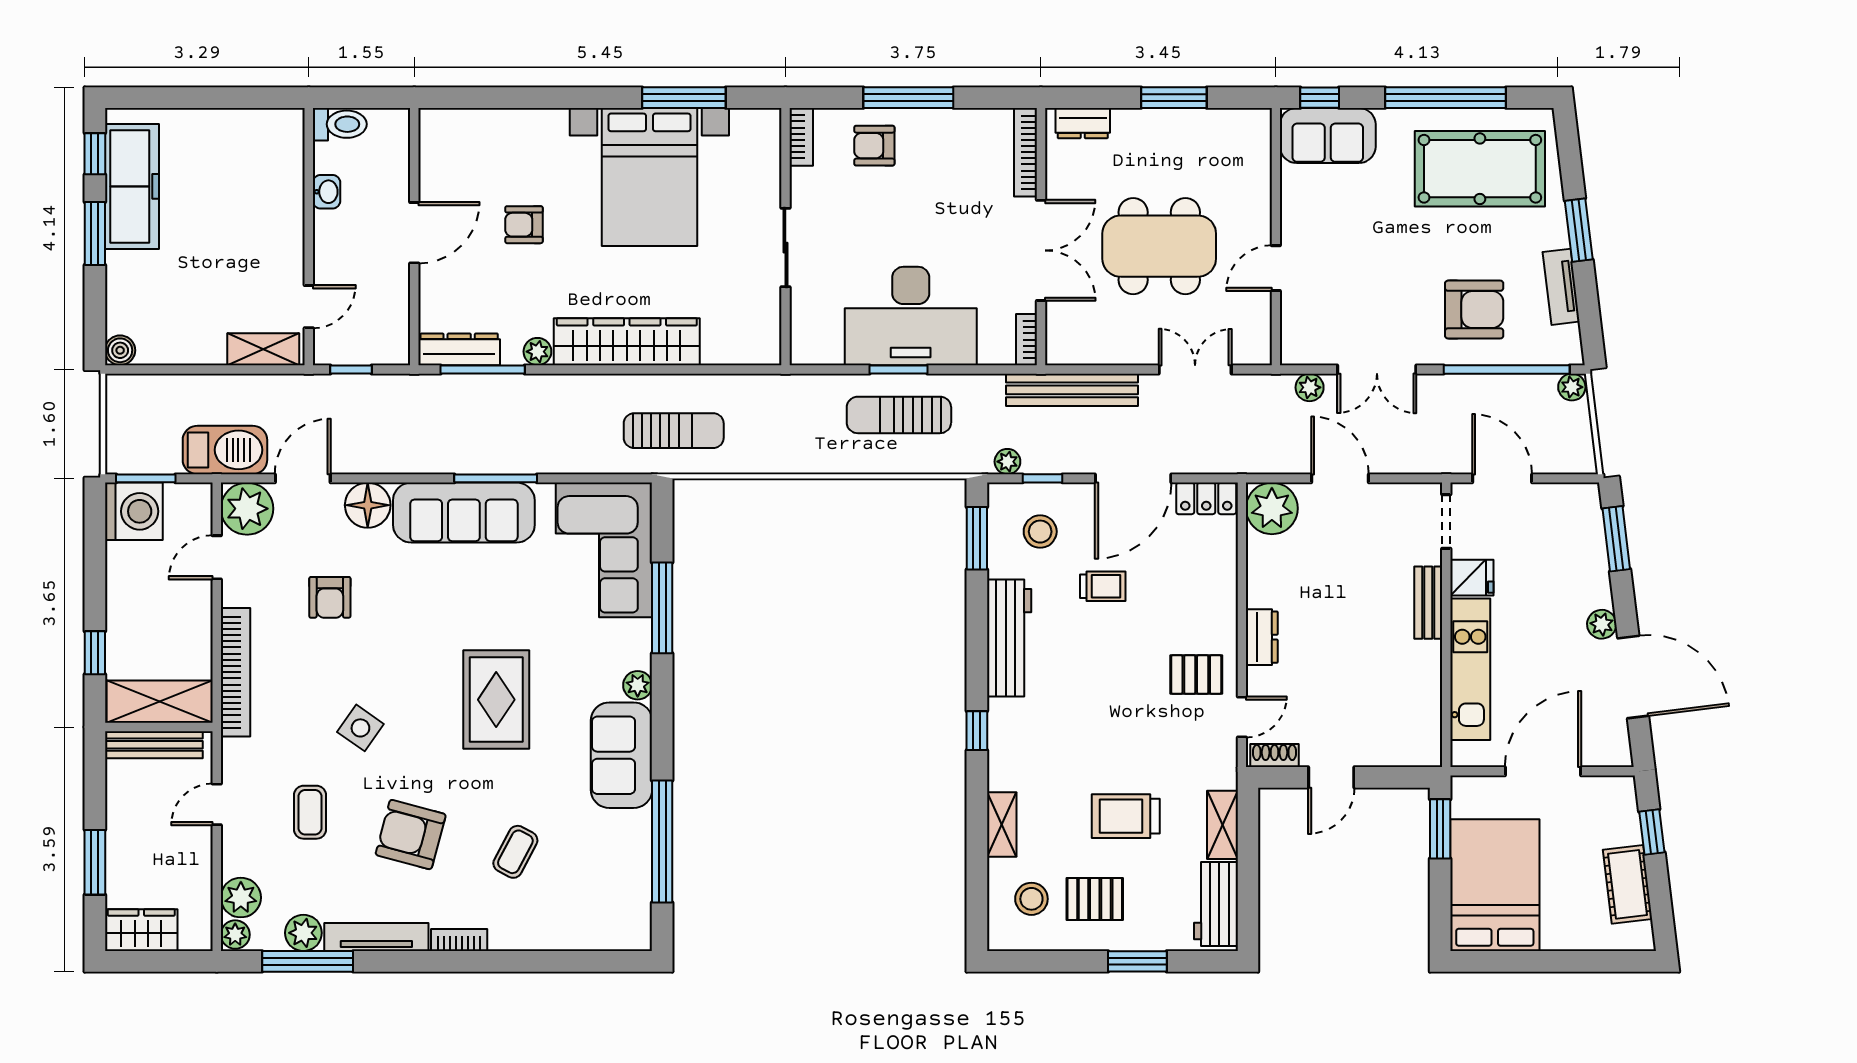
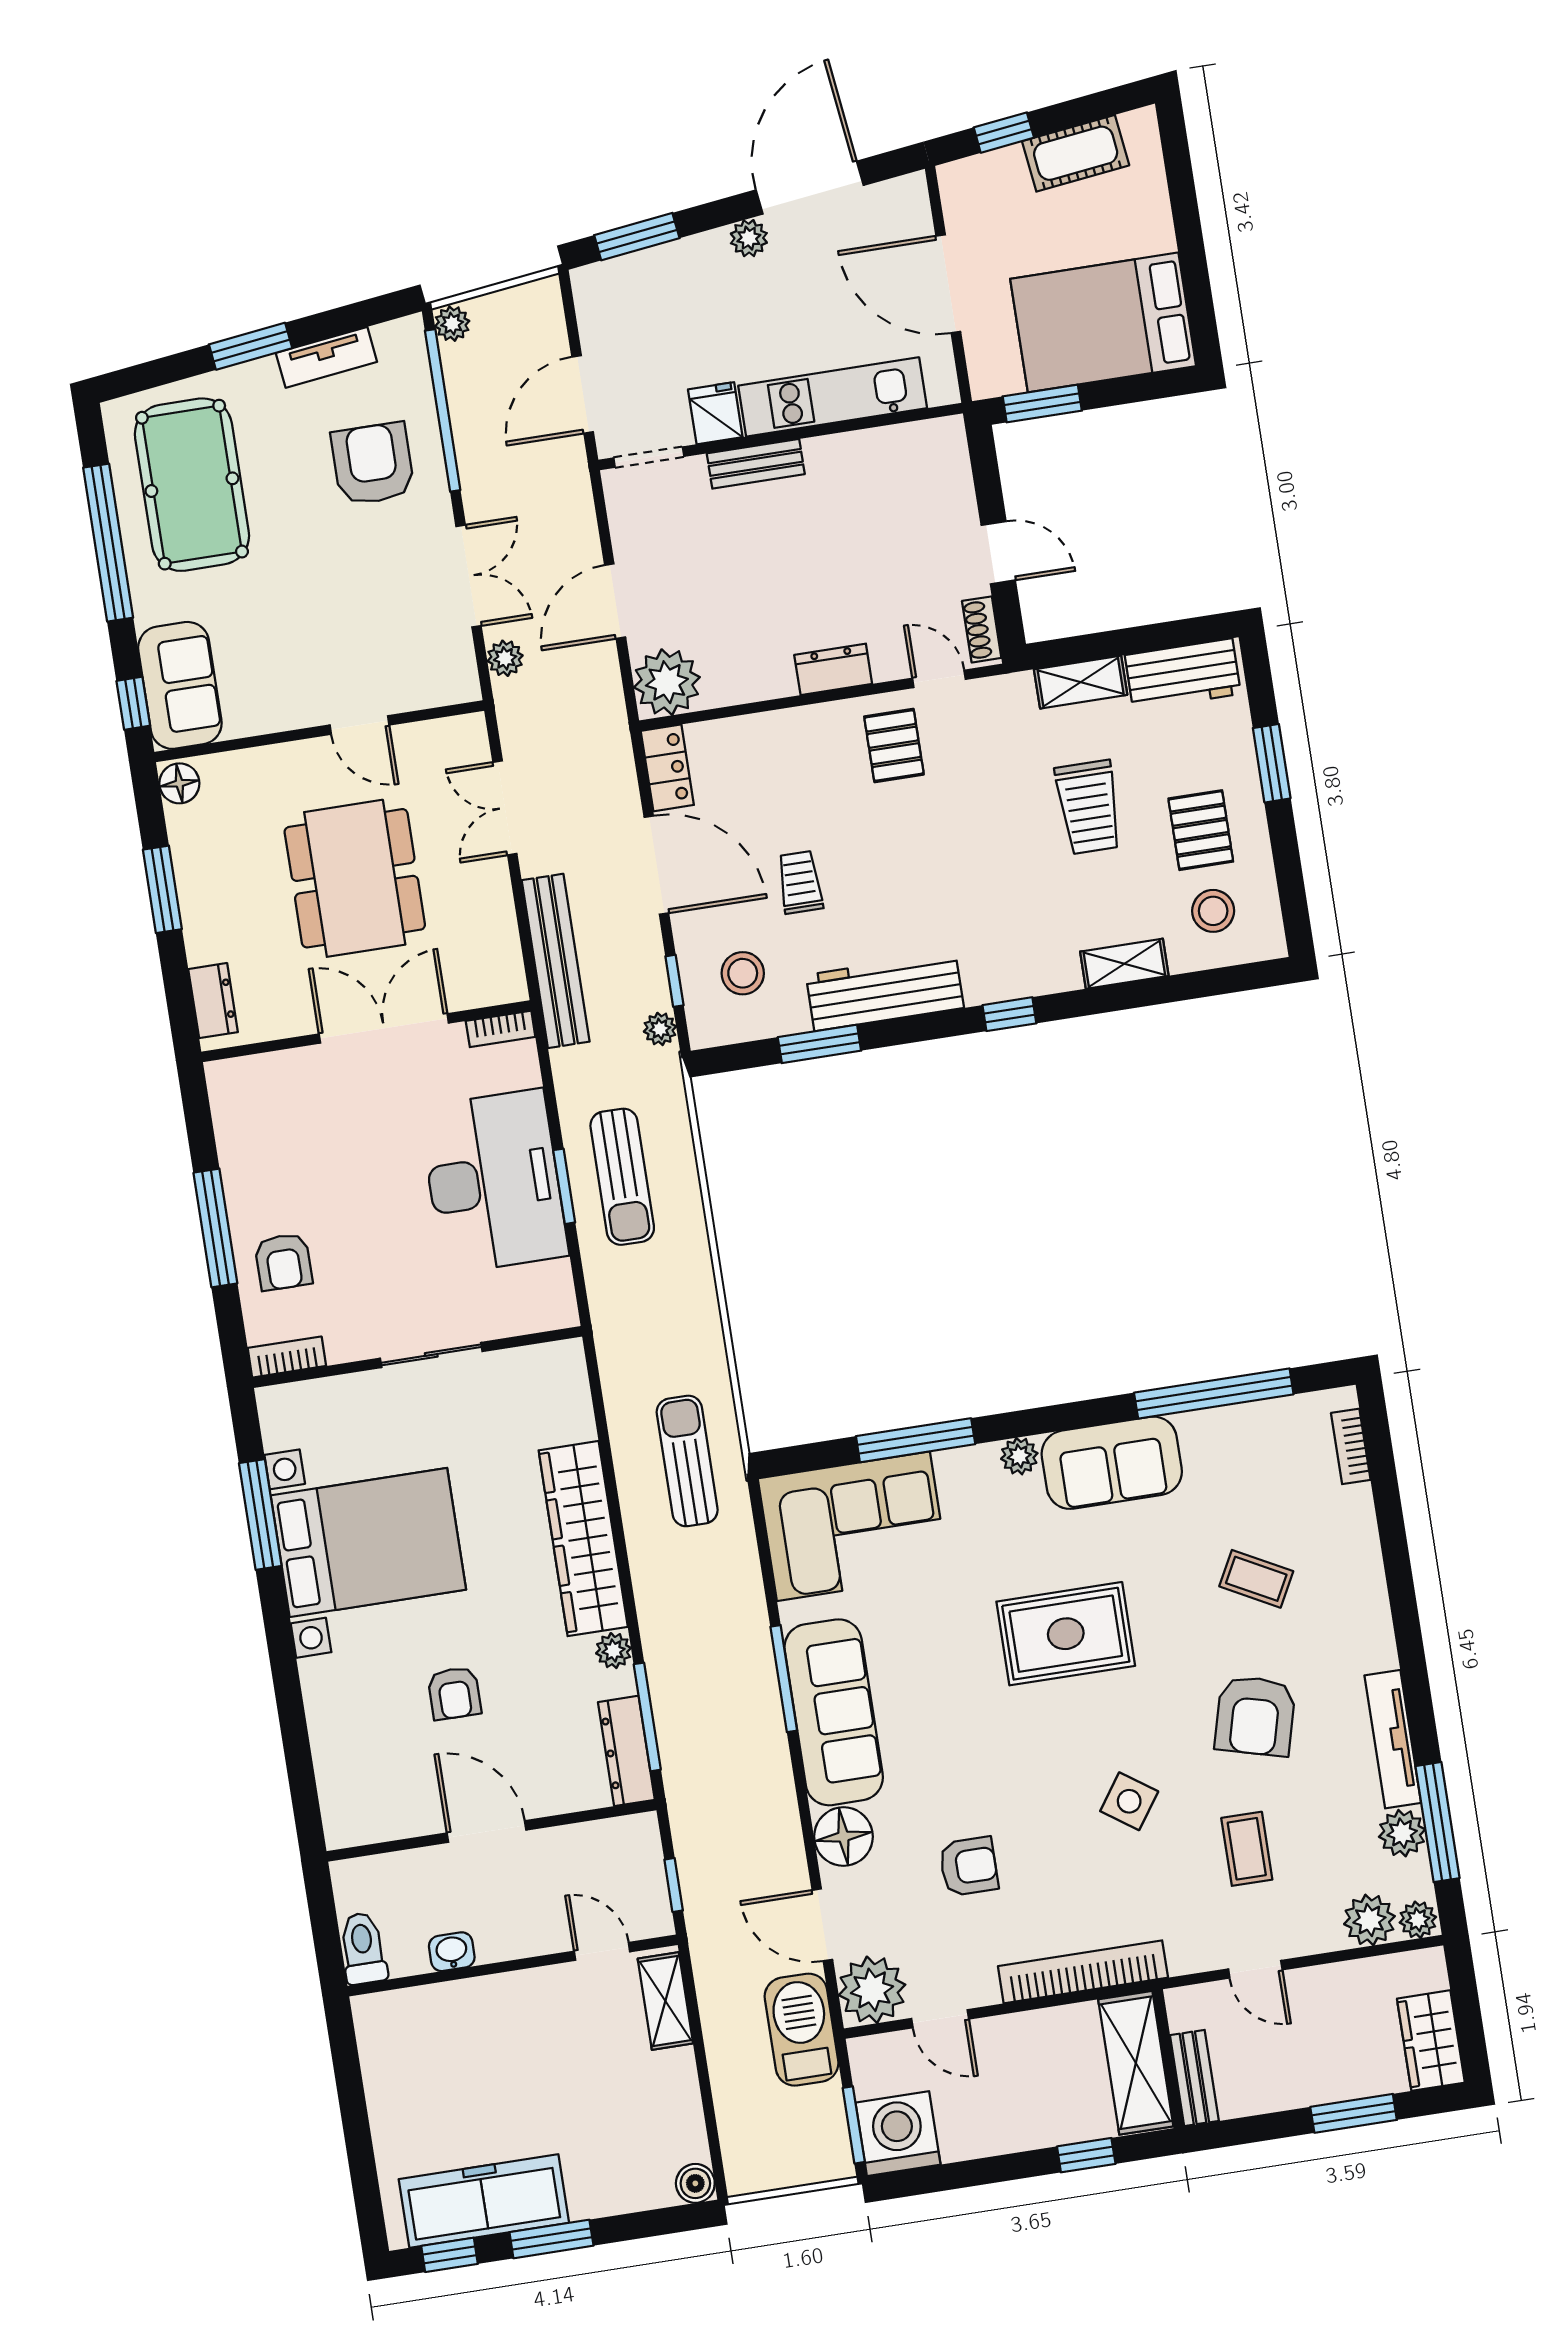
floor lamp: (1253, 123) -> (179, 783), added
bookcase: (1025, 152) -> (262, 1068), removed
window: (977, 538) -> (819, 1044), moved
bench: (154, 745) -> (1194, 2078), width x0.73
coffee table: (310, 812) -> (1247, 1849), turned 90
bookcase: (459, 940) -> (1351, 1446), moved

